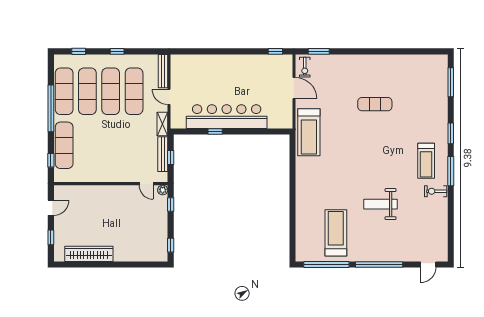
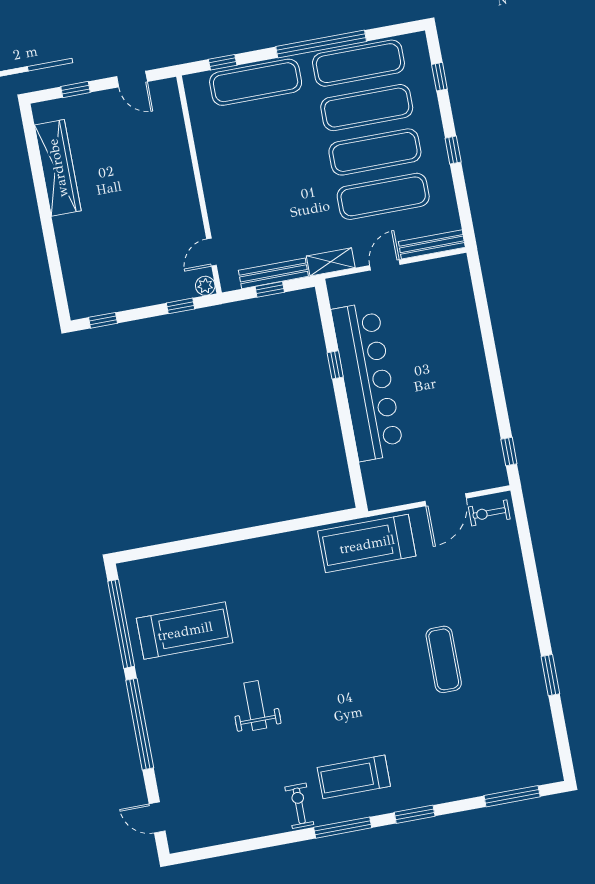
window: (319, 51) -> (550, 675), moved
weight bench: (381, 204) -> (255, 706), width x0.73, depth x0.75

